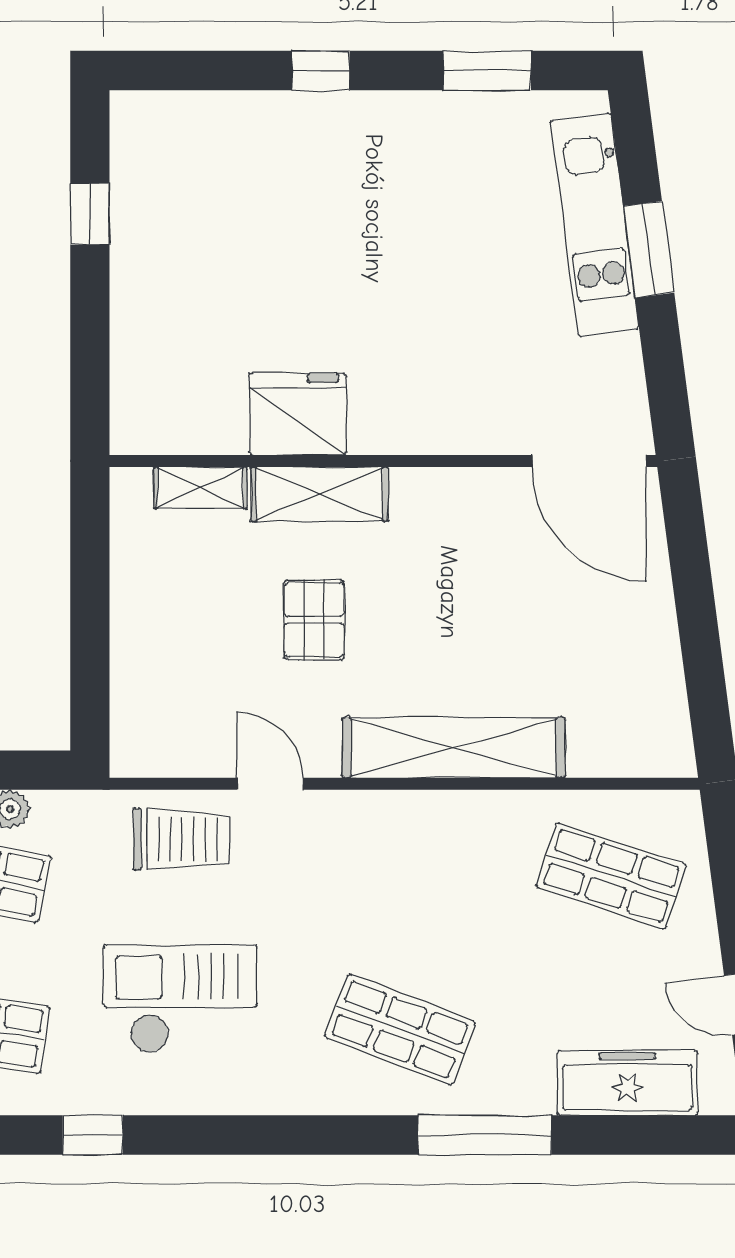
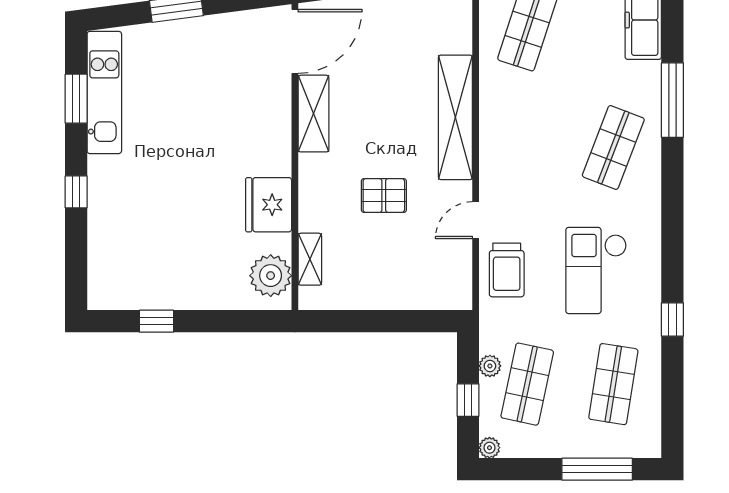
kitchen unit: (595, 225) -> (104, 92), moved, turned -83
plant: (171, 418) -> (271, 276), added
shelving: (319, 494) -> (313, 114), moved
trolley: (181, 839) -> (507, 270), turned 180

